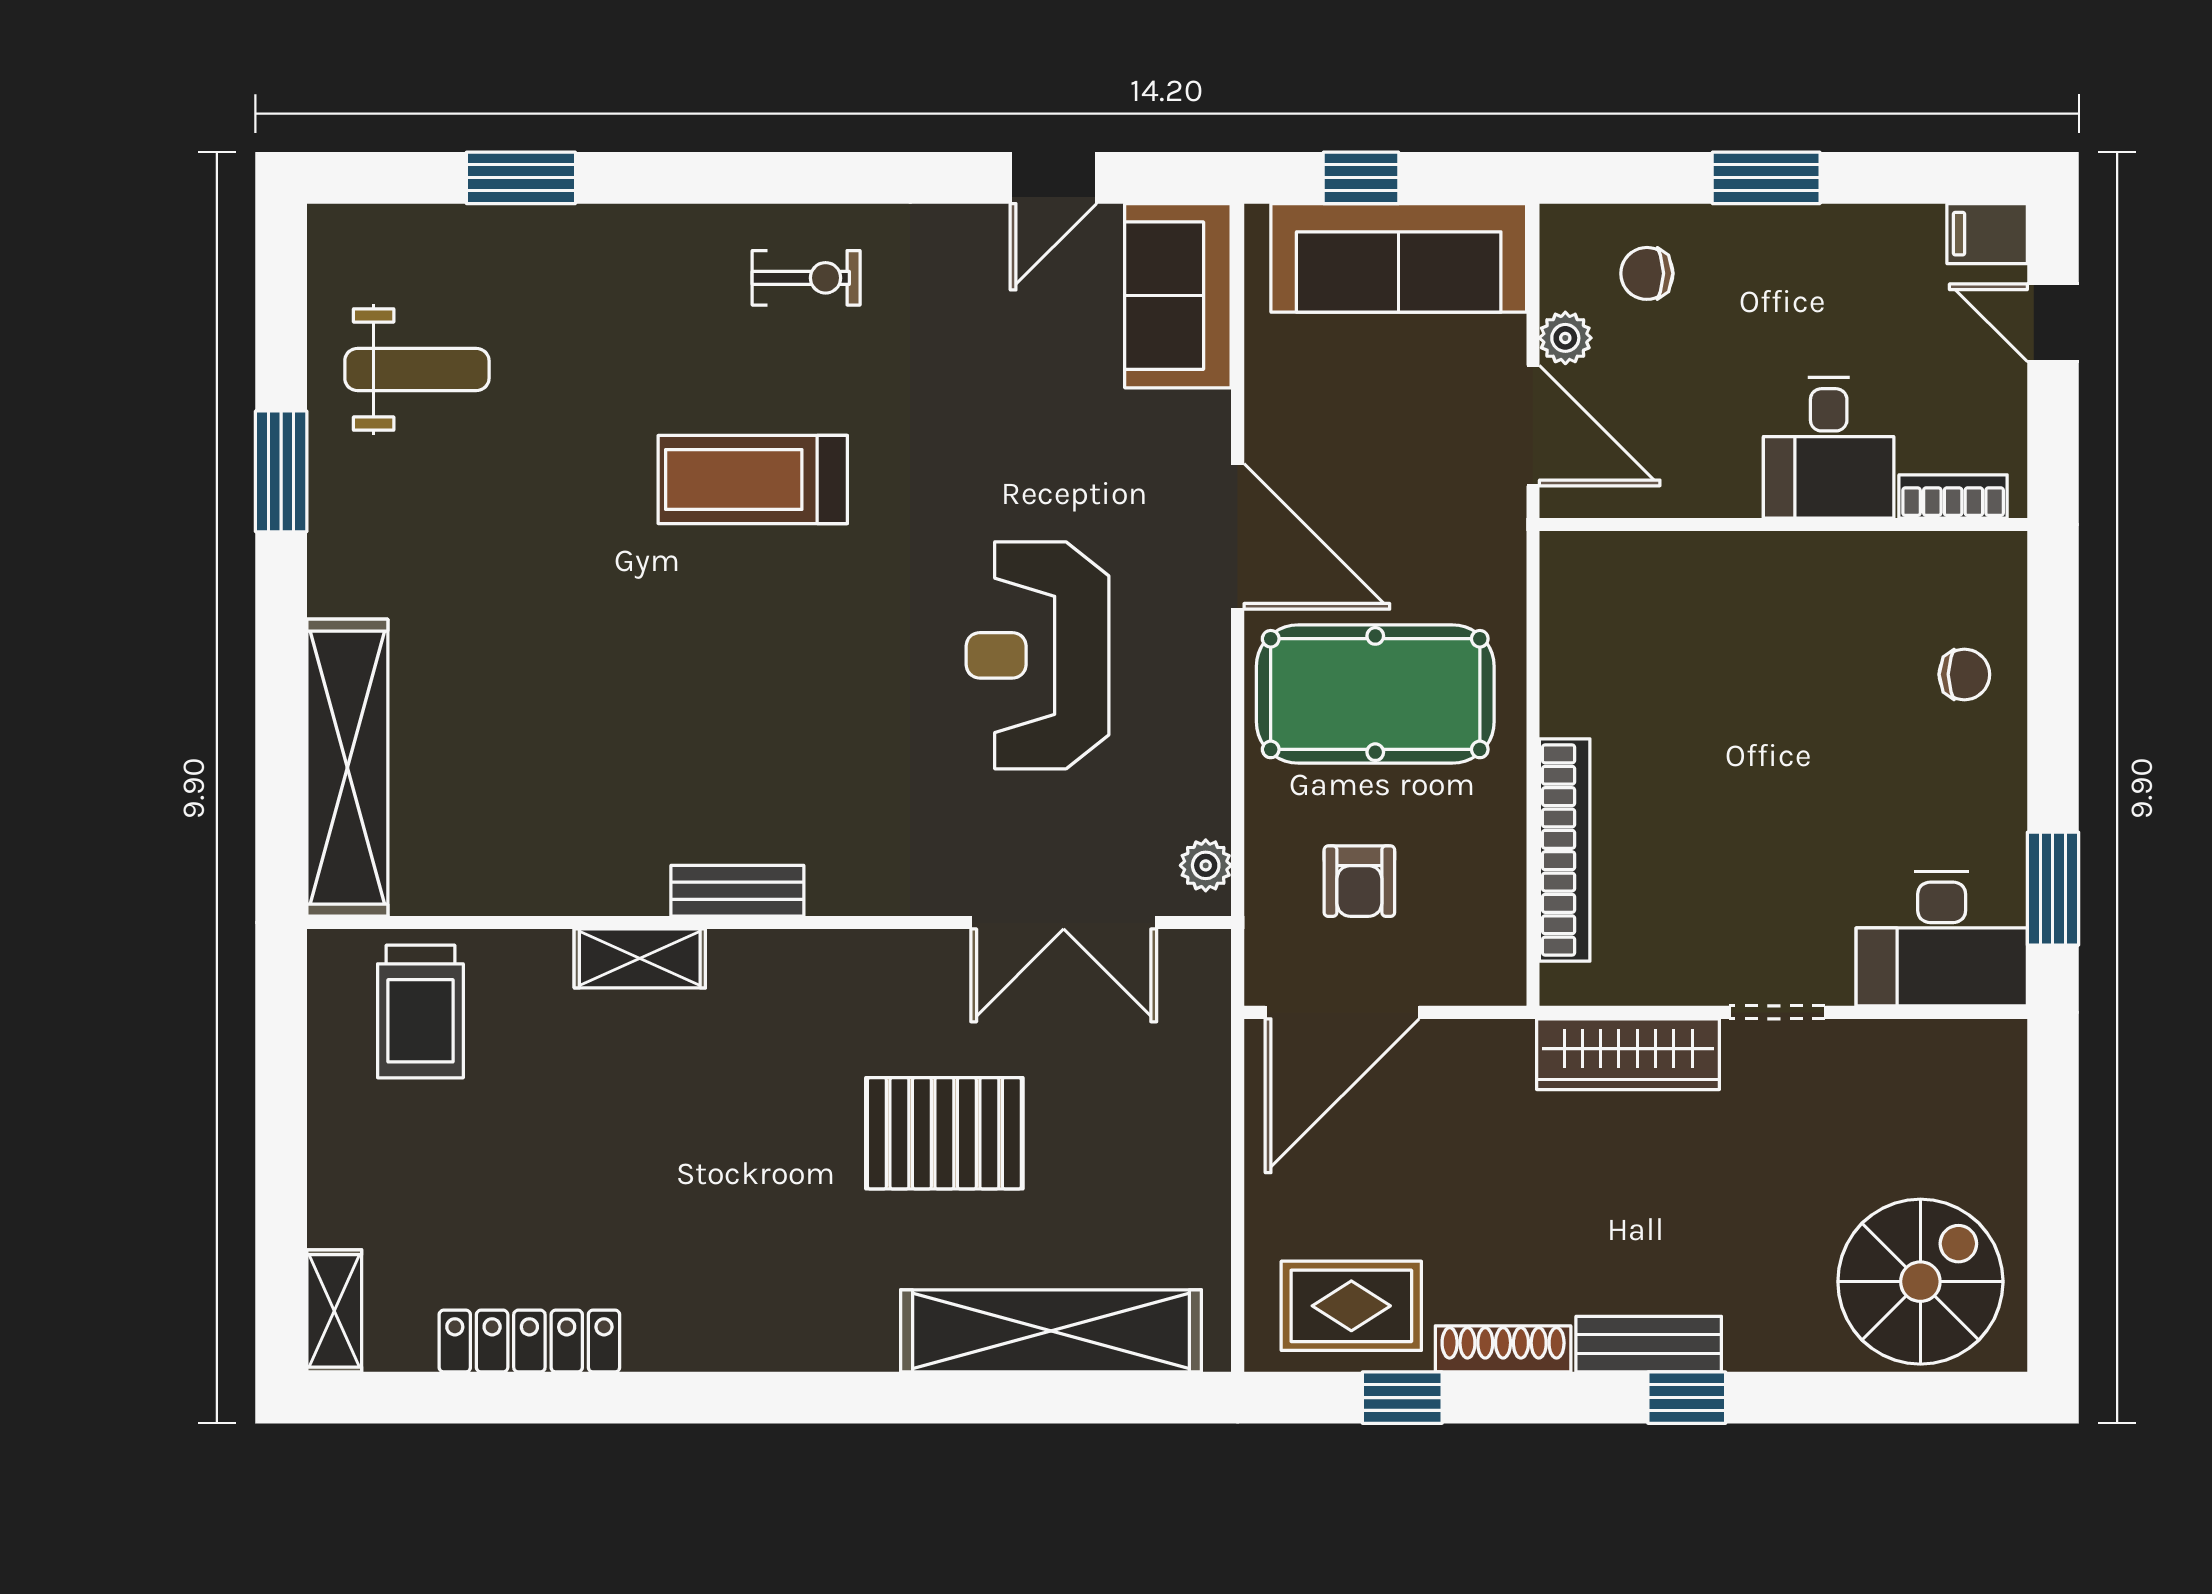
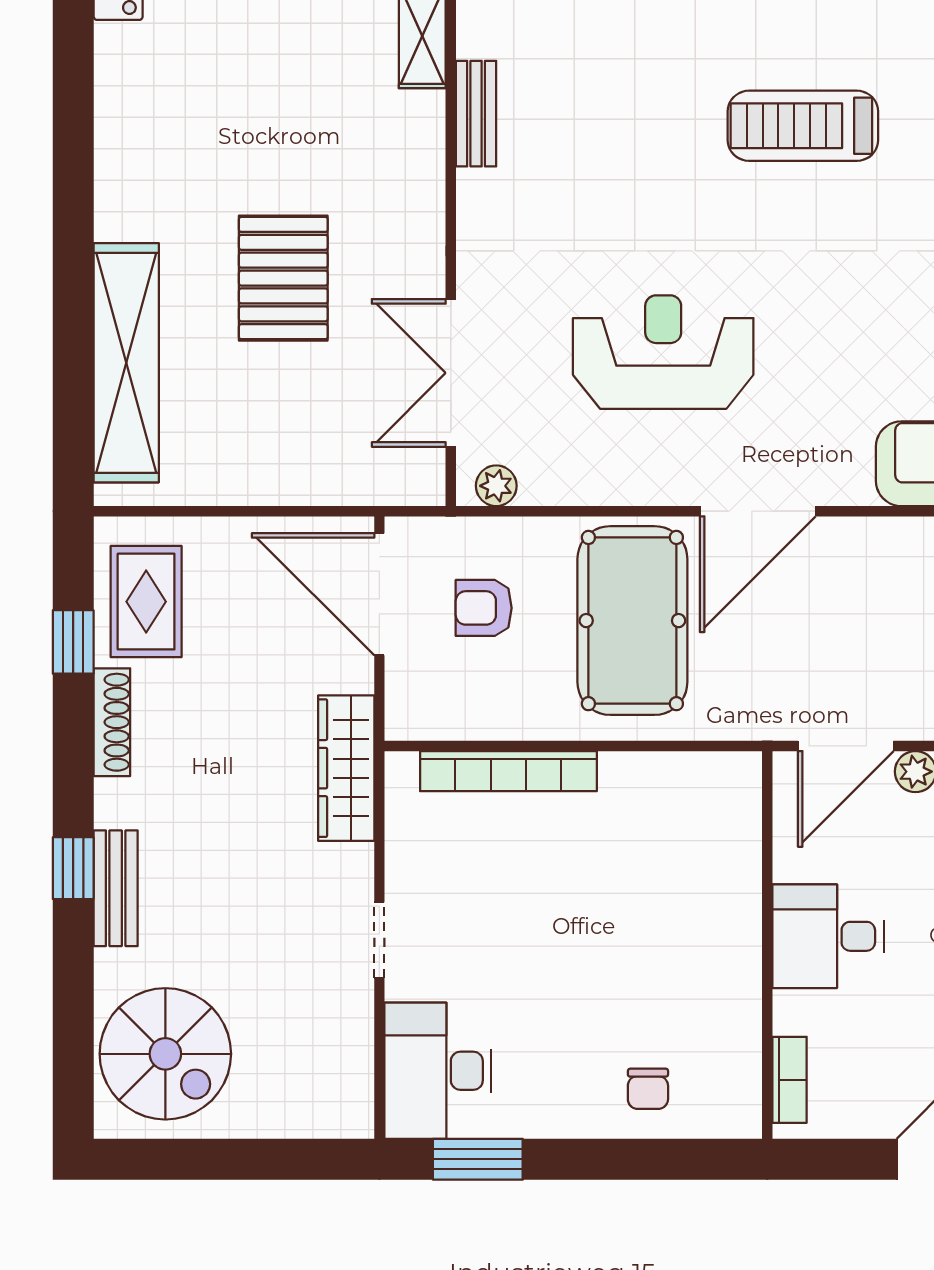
desk: (1829, 448) -> (828, 936), moved
treadmill: (753, 479) -> (803, 126), turned -90
wardrobe: (1628, 1054) -> (346, 768), moved
bench: (1649, 1344) -> (116, 888), moved

